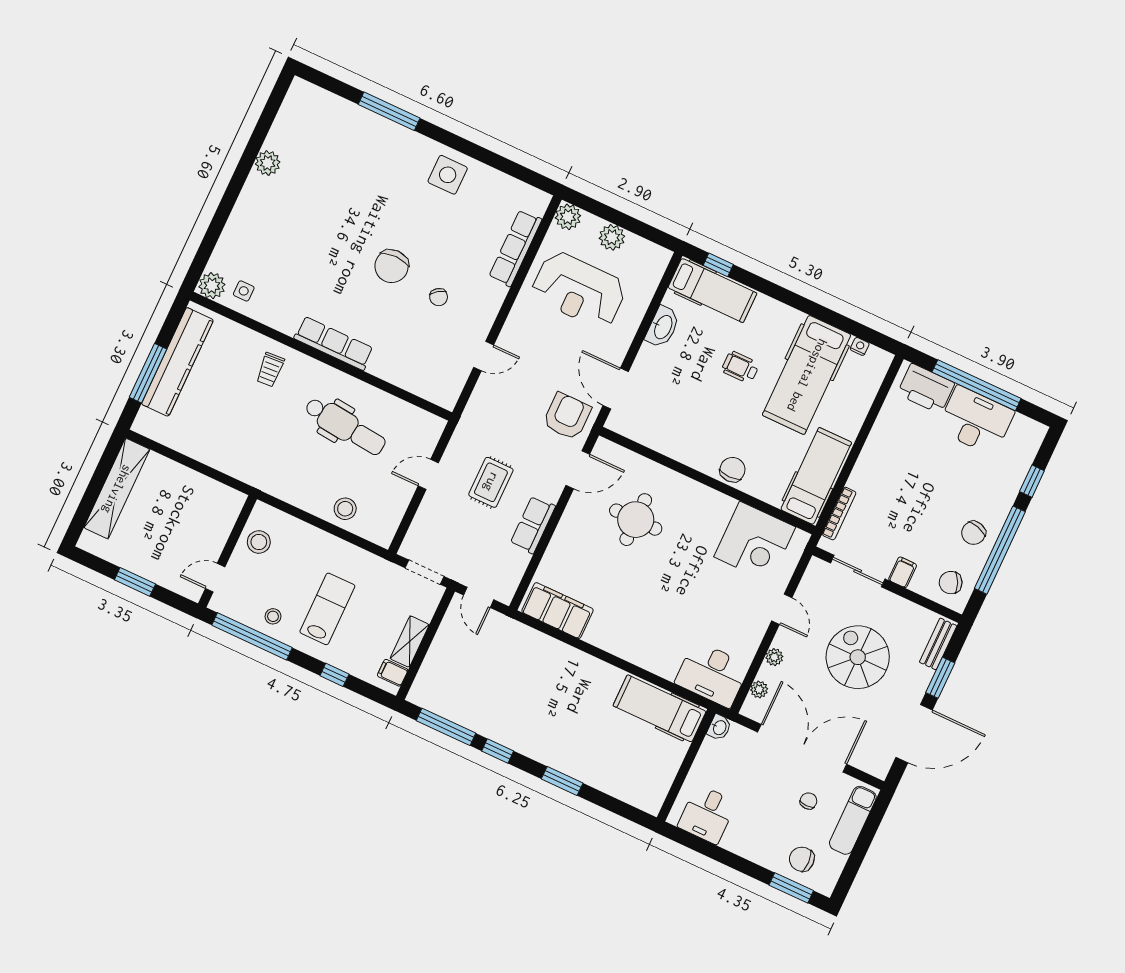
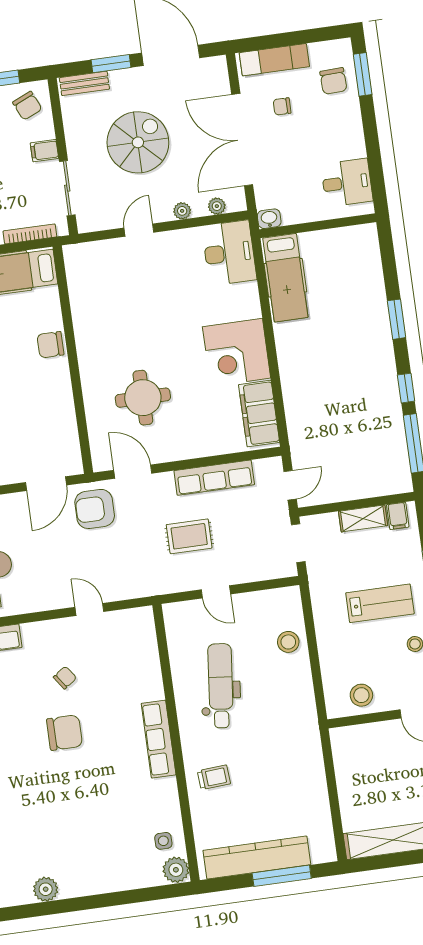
row of seats: (533, 525) -> (214, 478), width x1.48
corner desk: (755, 542) -> (237, 352), moved, turned 180
lab bench: (327, 609) -> (380, 603), turned 180
spiral stairs: (858, 657) -> (138, 142), turned 180

